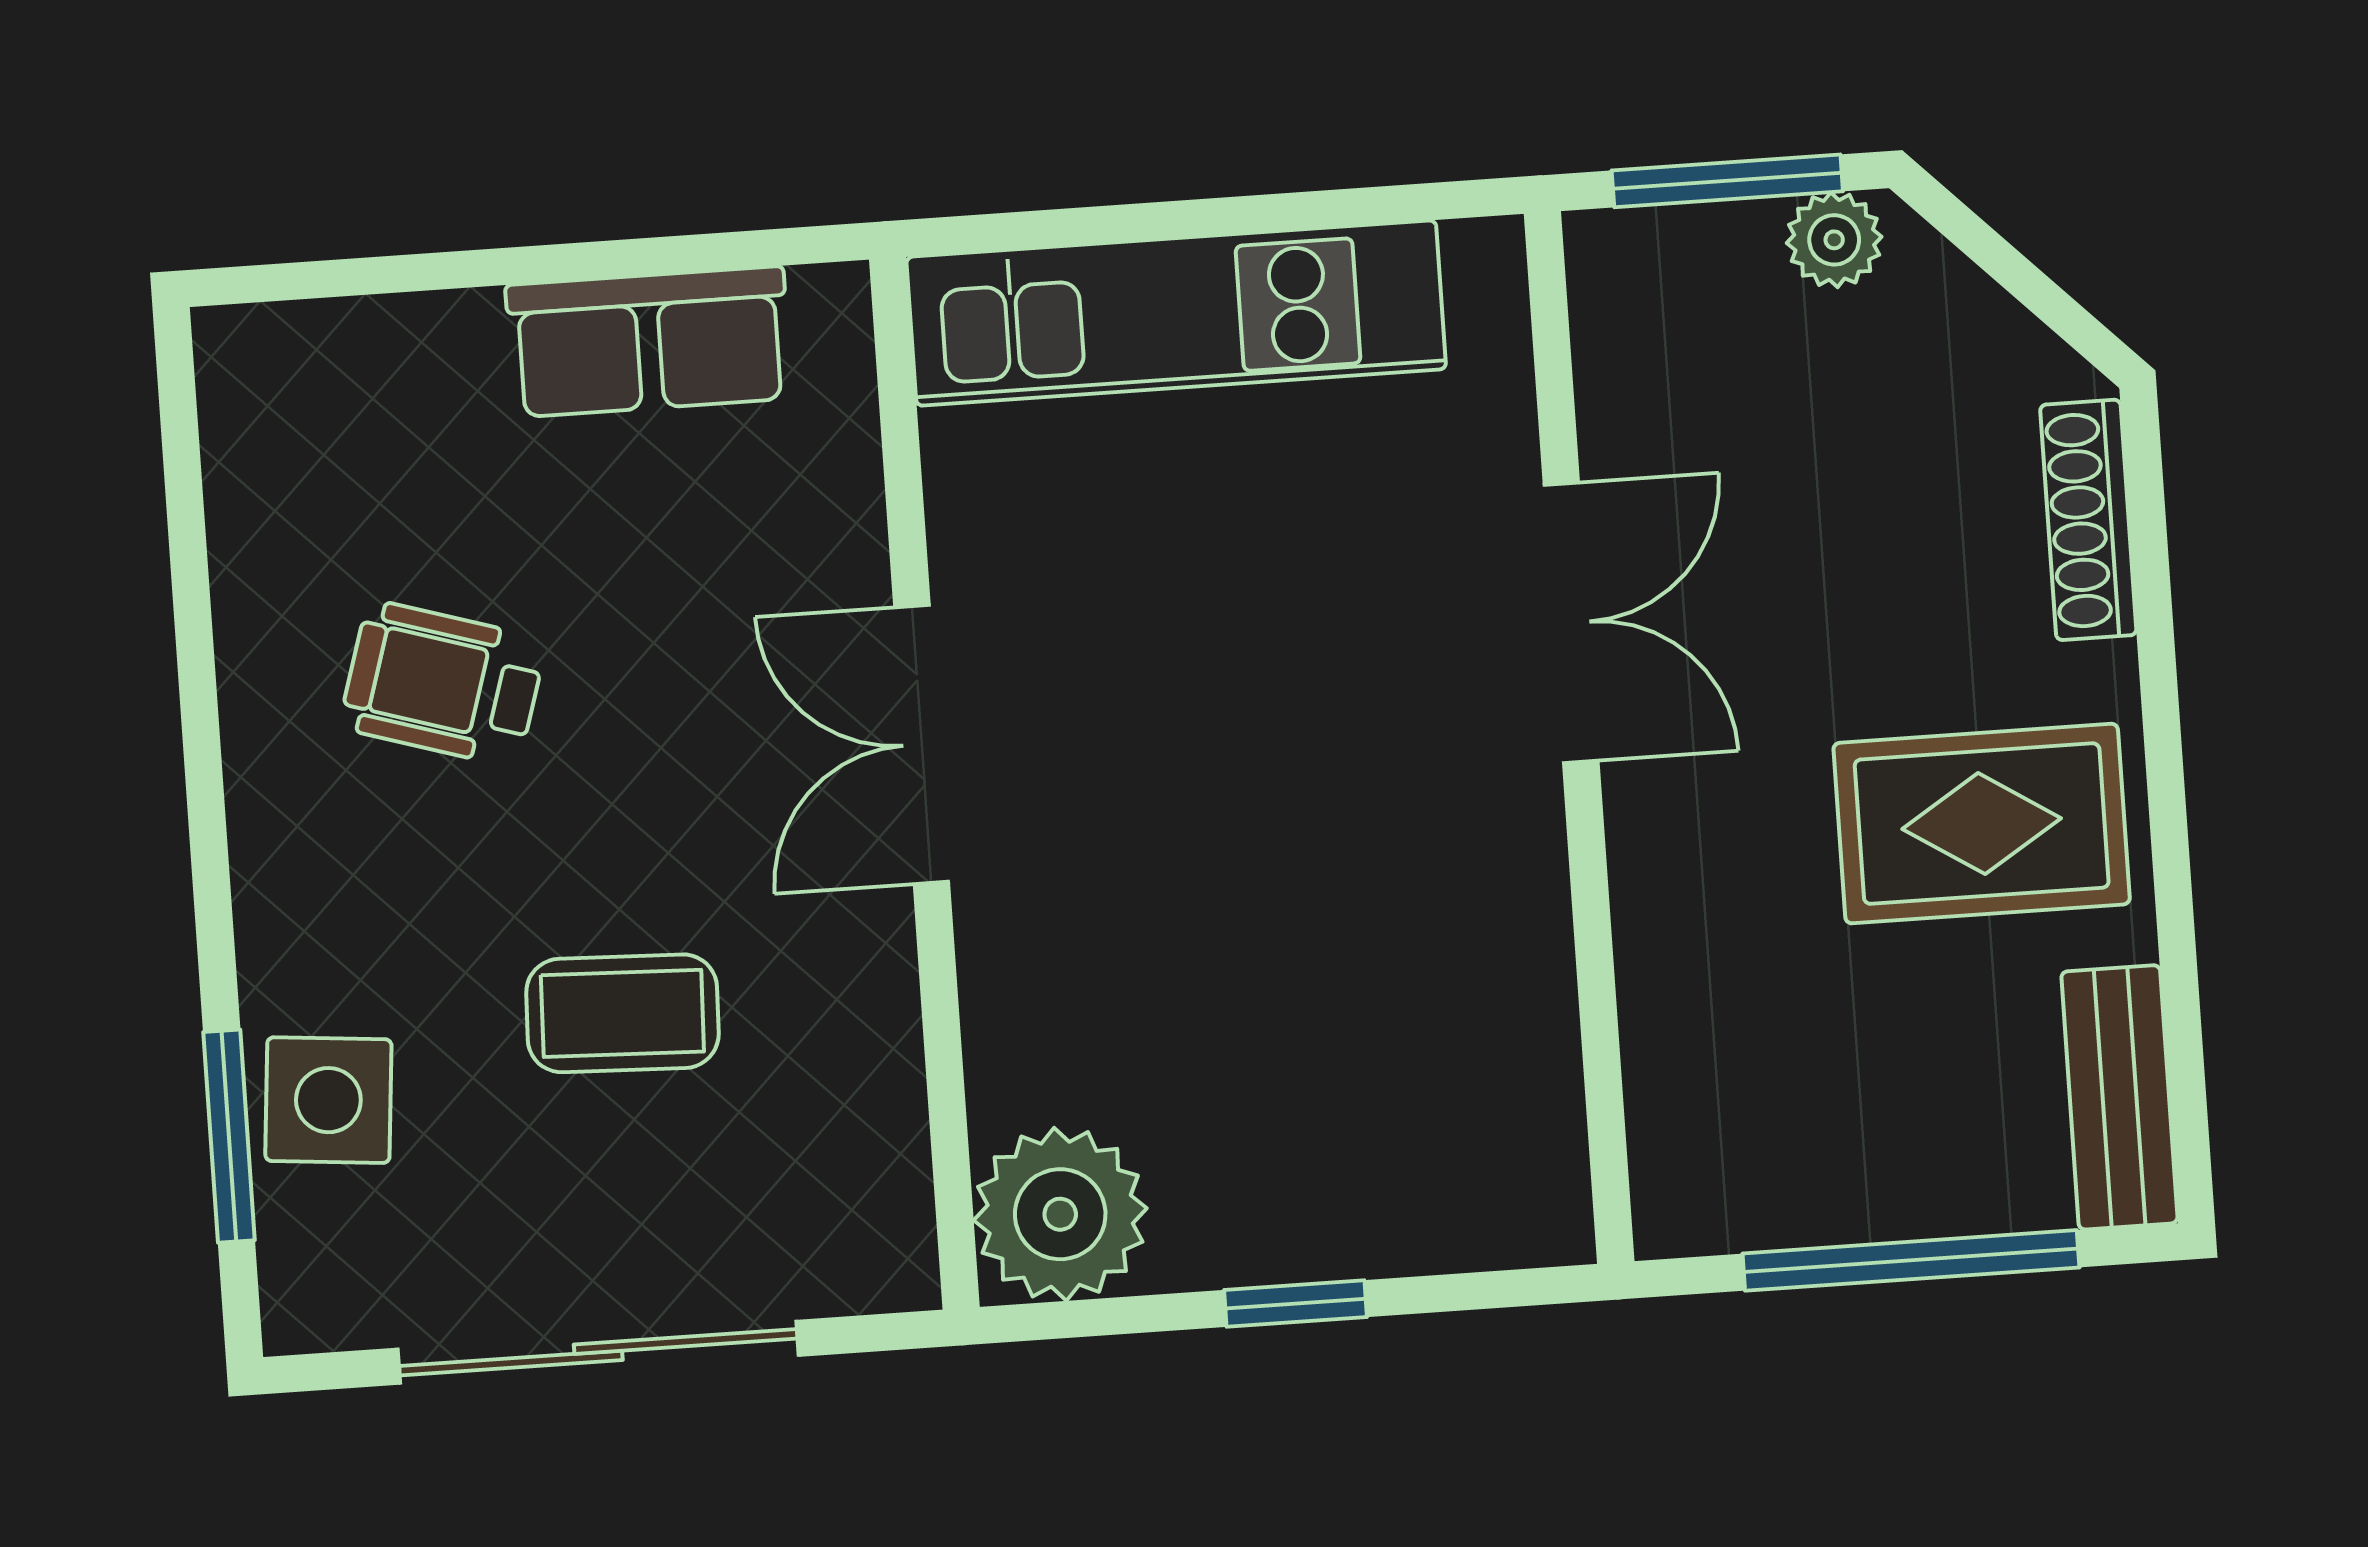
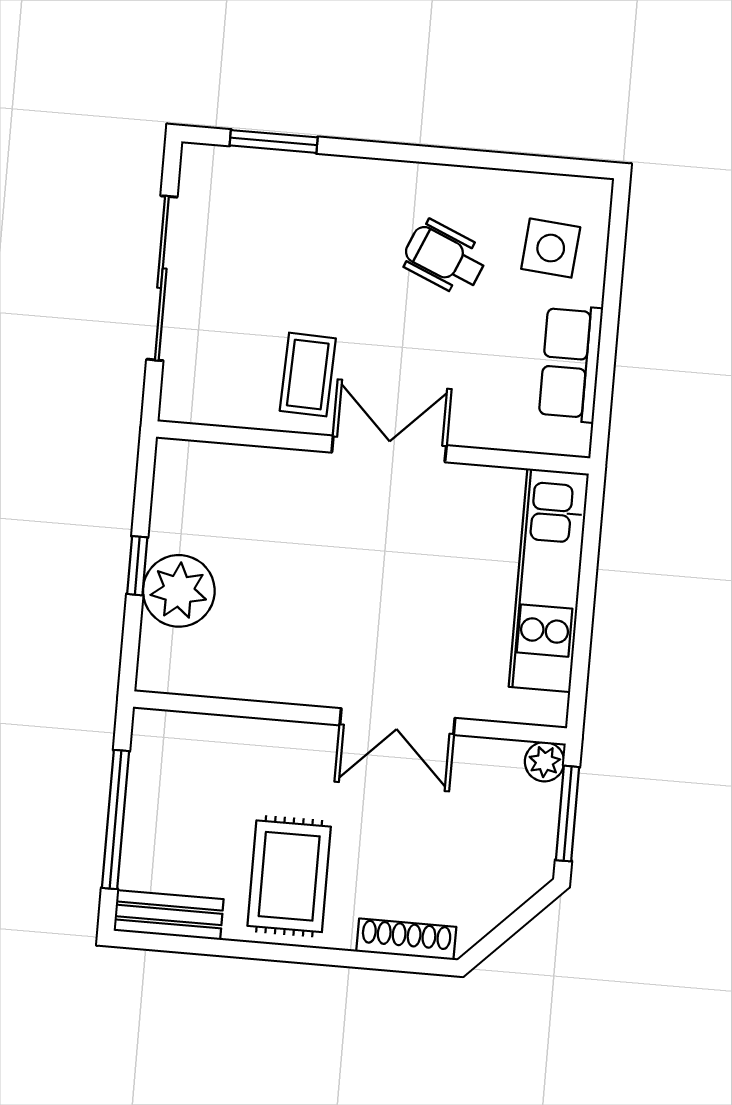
plant: (1834, 240) -> (545, 762), moved
wheelchair: (443, 684) -> (445, 258), turned -84
coffee table: (622, 1013) -> (308, 375), moved
side table: (328, 1100) -> (551, 248), moved
plant: (1060, 1214) -> (179, 591), moved

